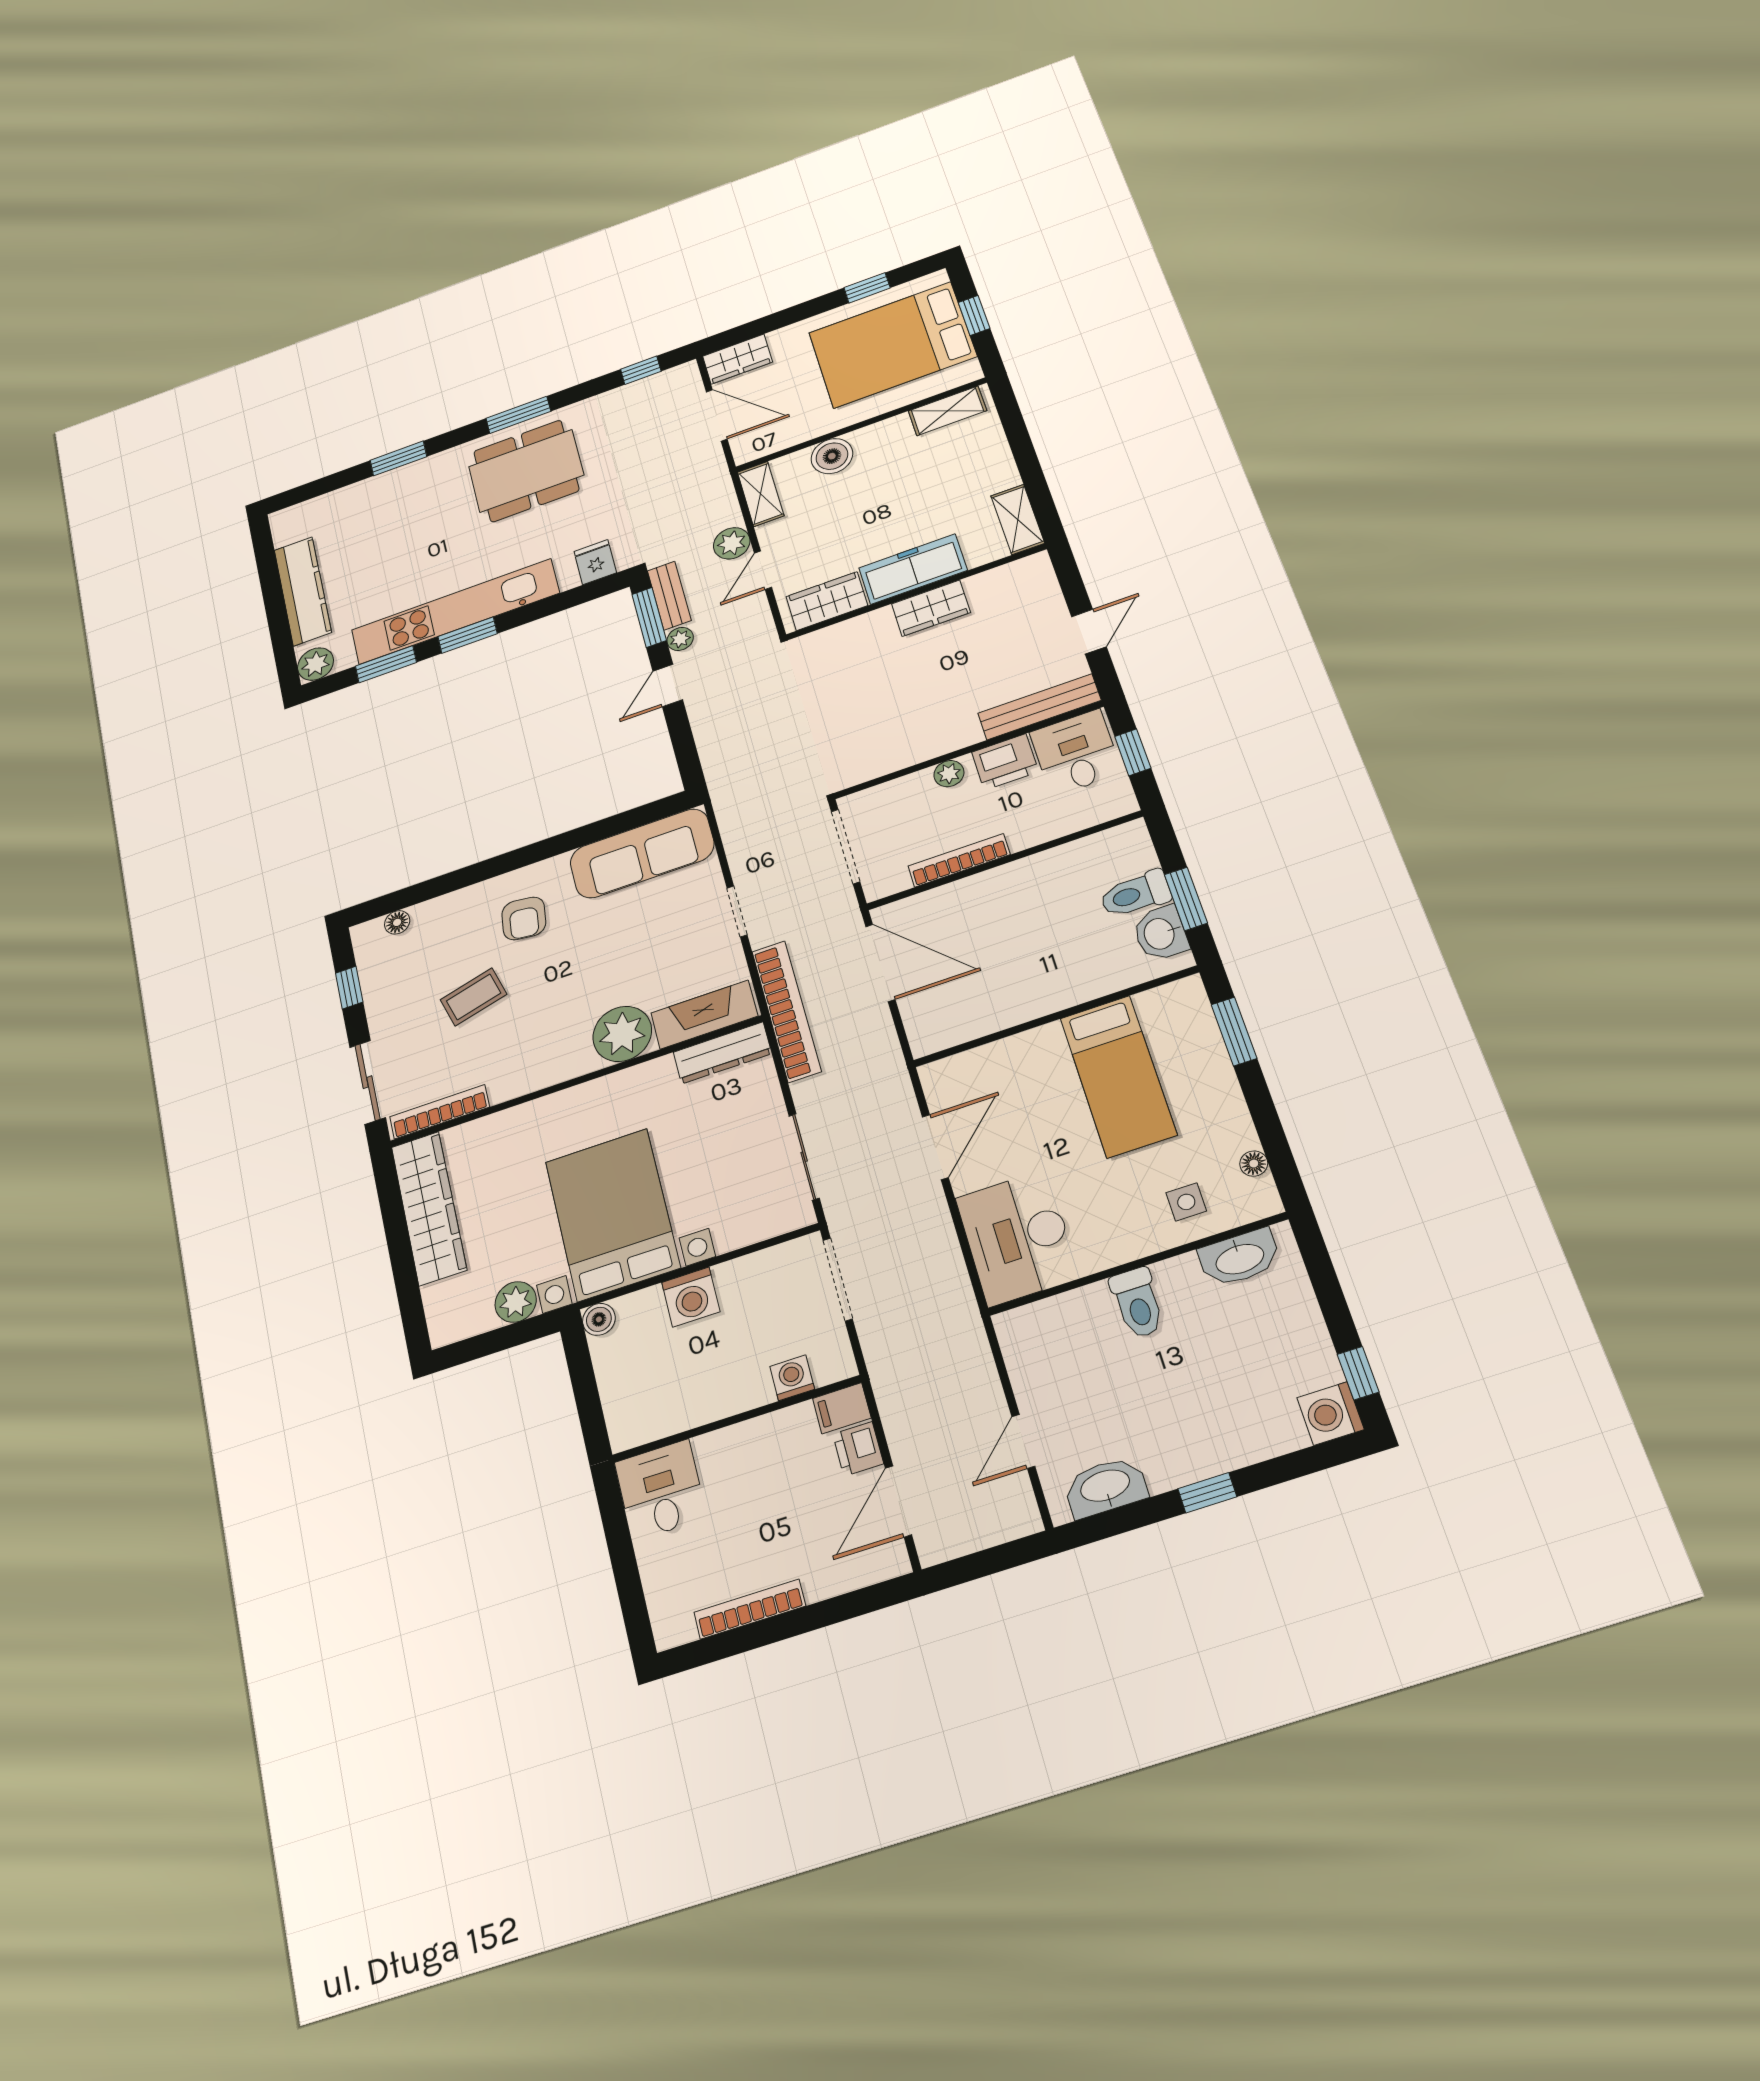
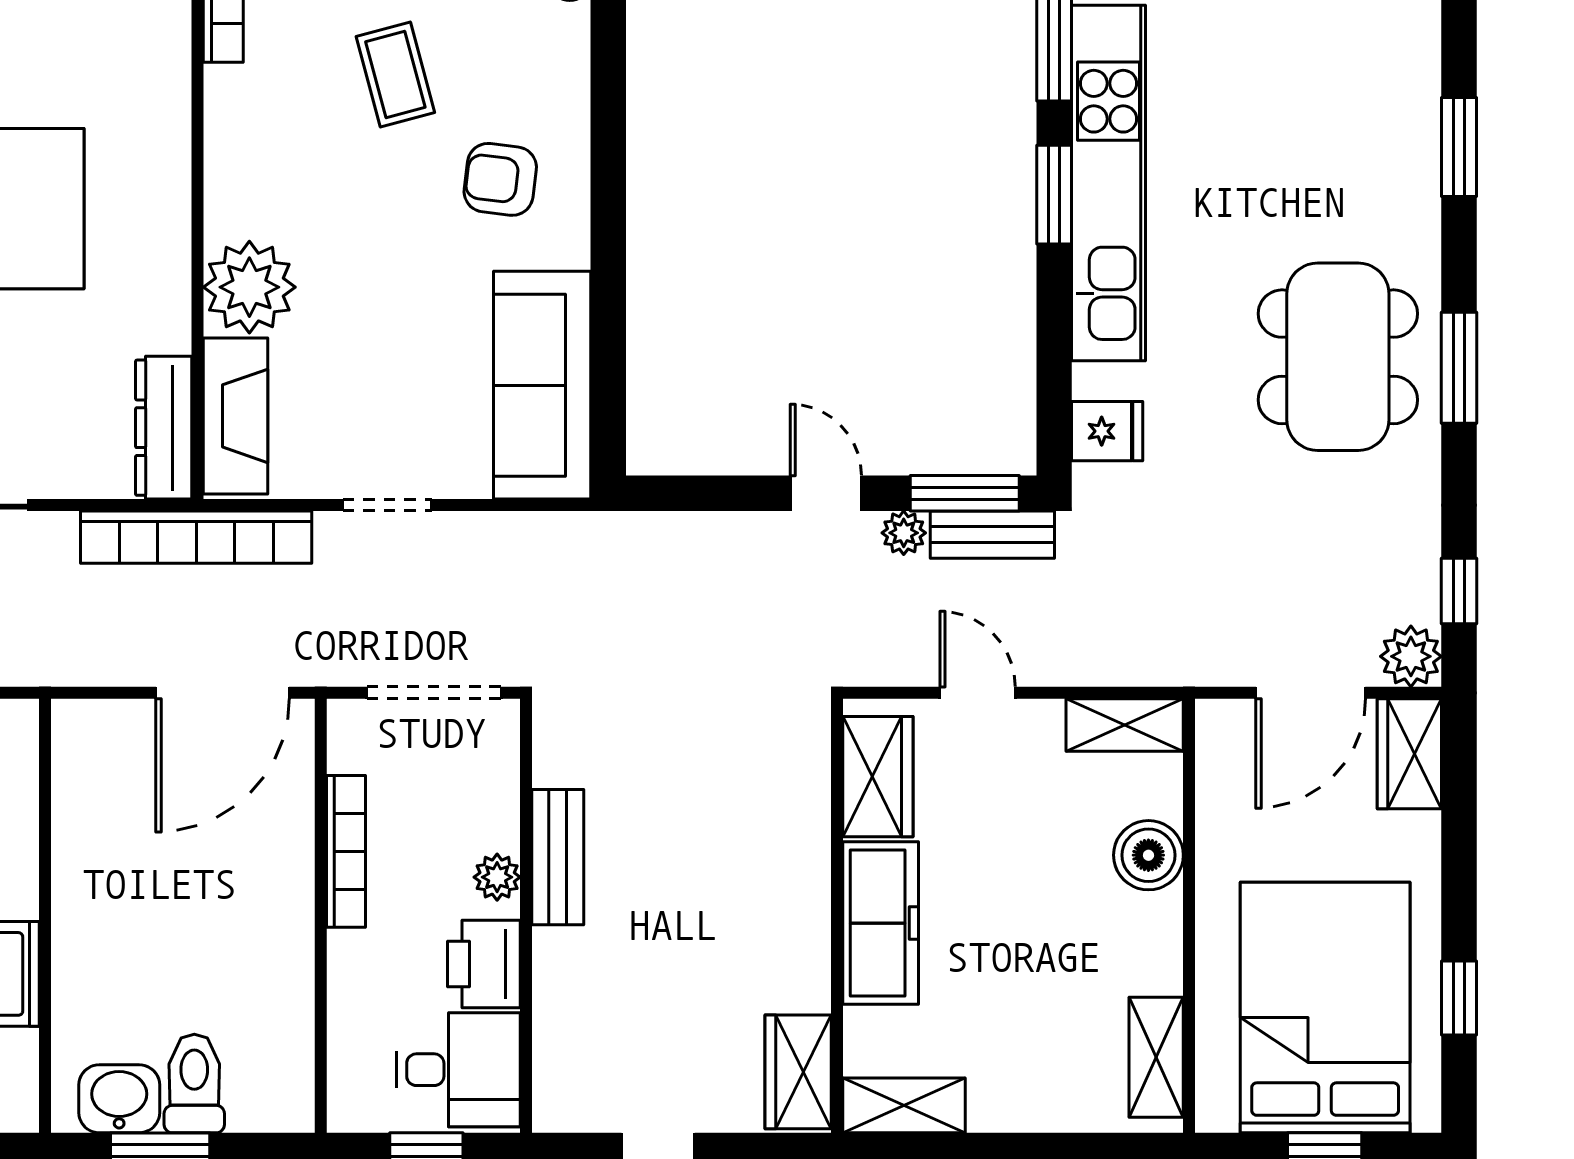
plant: (732, 543) -> (1411, 656), moved
wardrobe: (931, 608) -> (798, 1072), moved
bench: (1039, 707) -> (558, 857), moved, width x0.73

